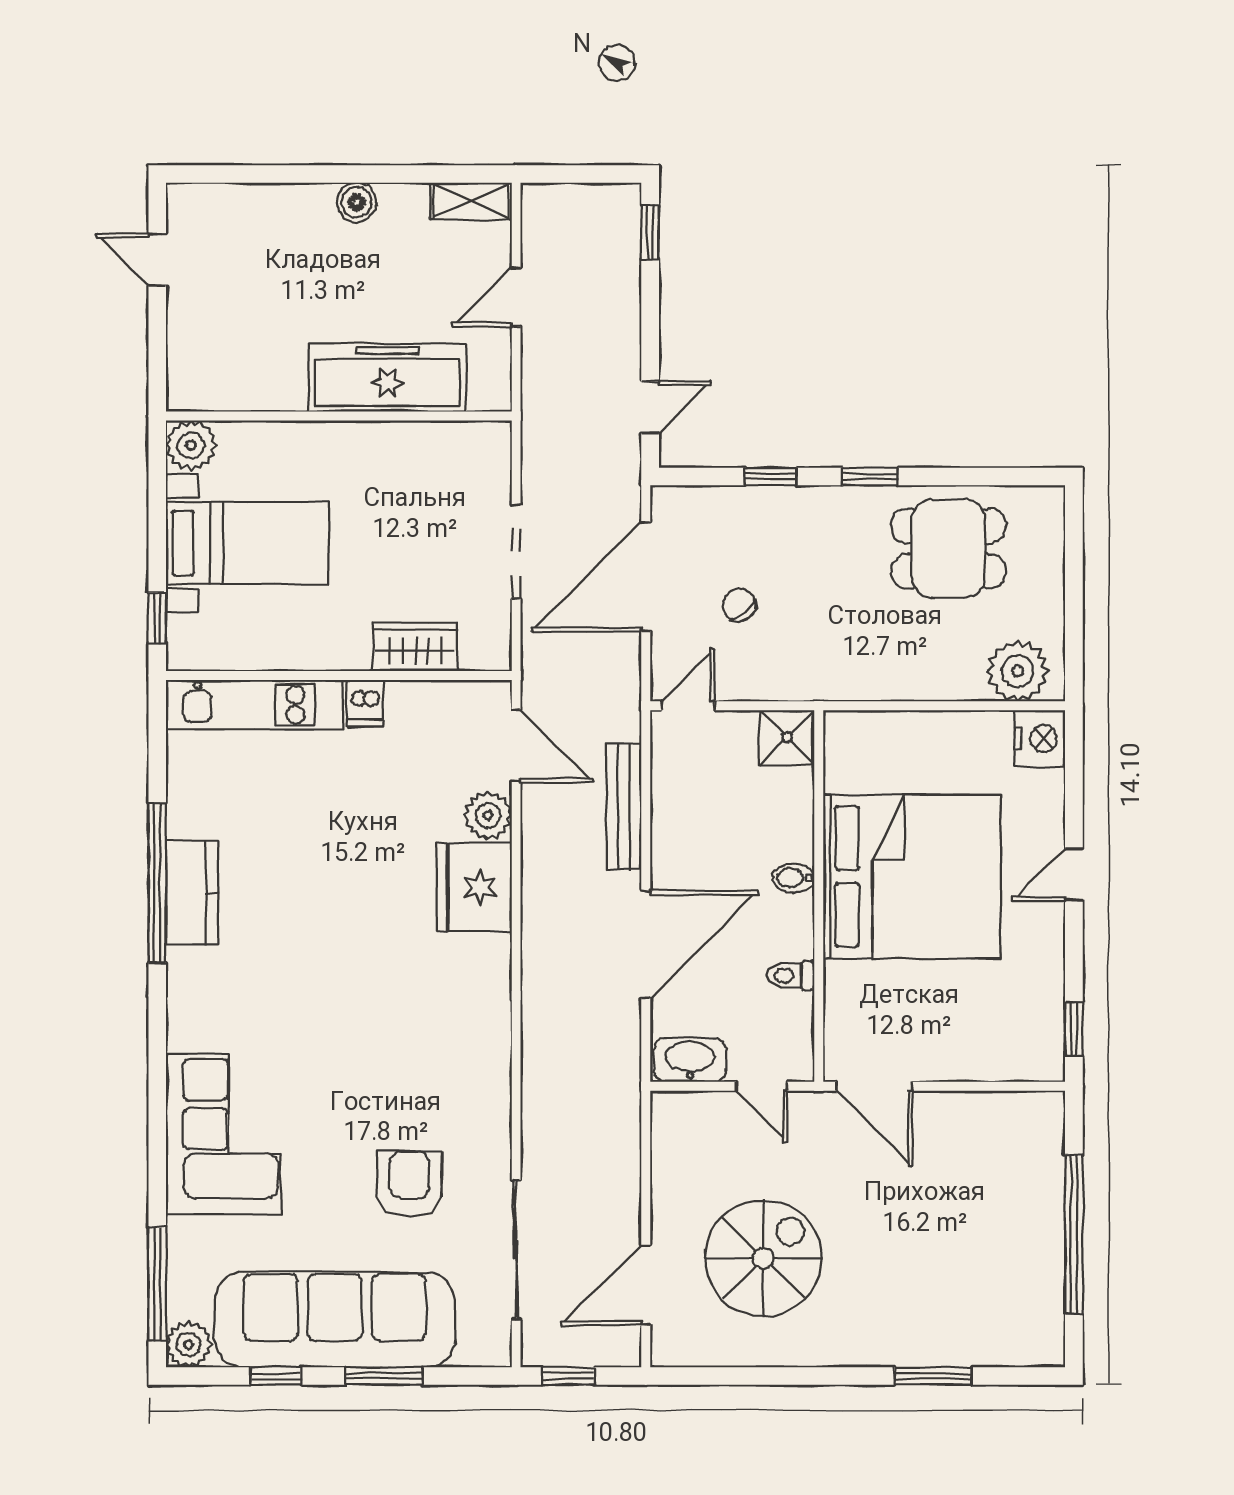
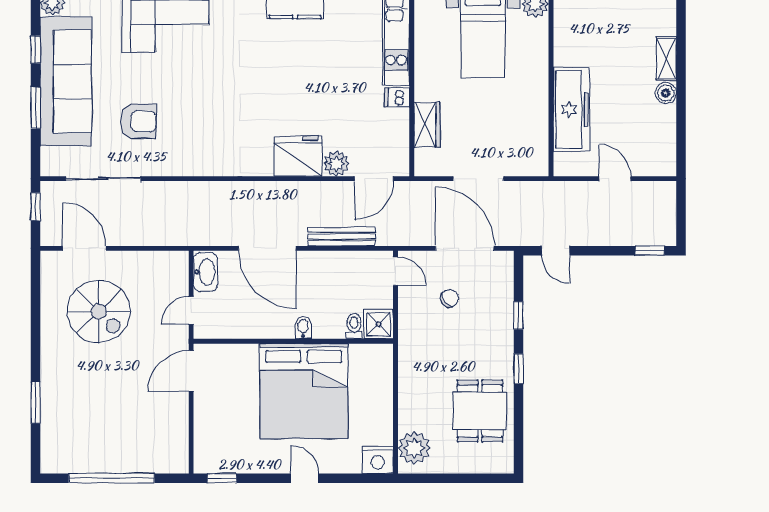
shelving: (471, 201) -> (667, 59), moved
toilet: (791, 976) -> (354, 326), moved

